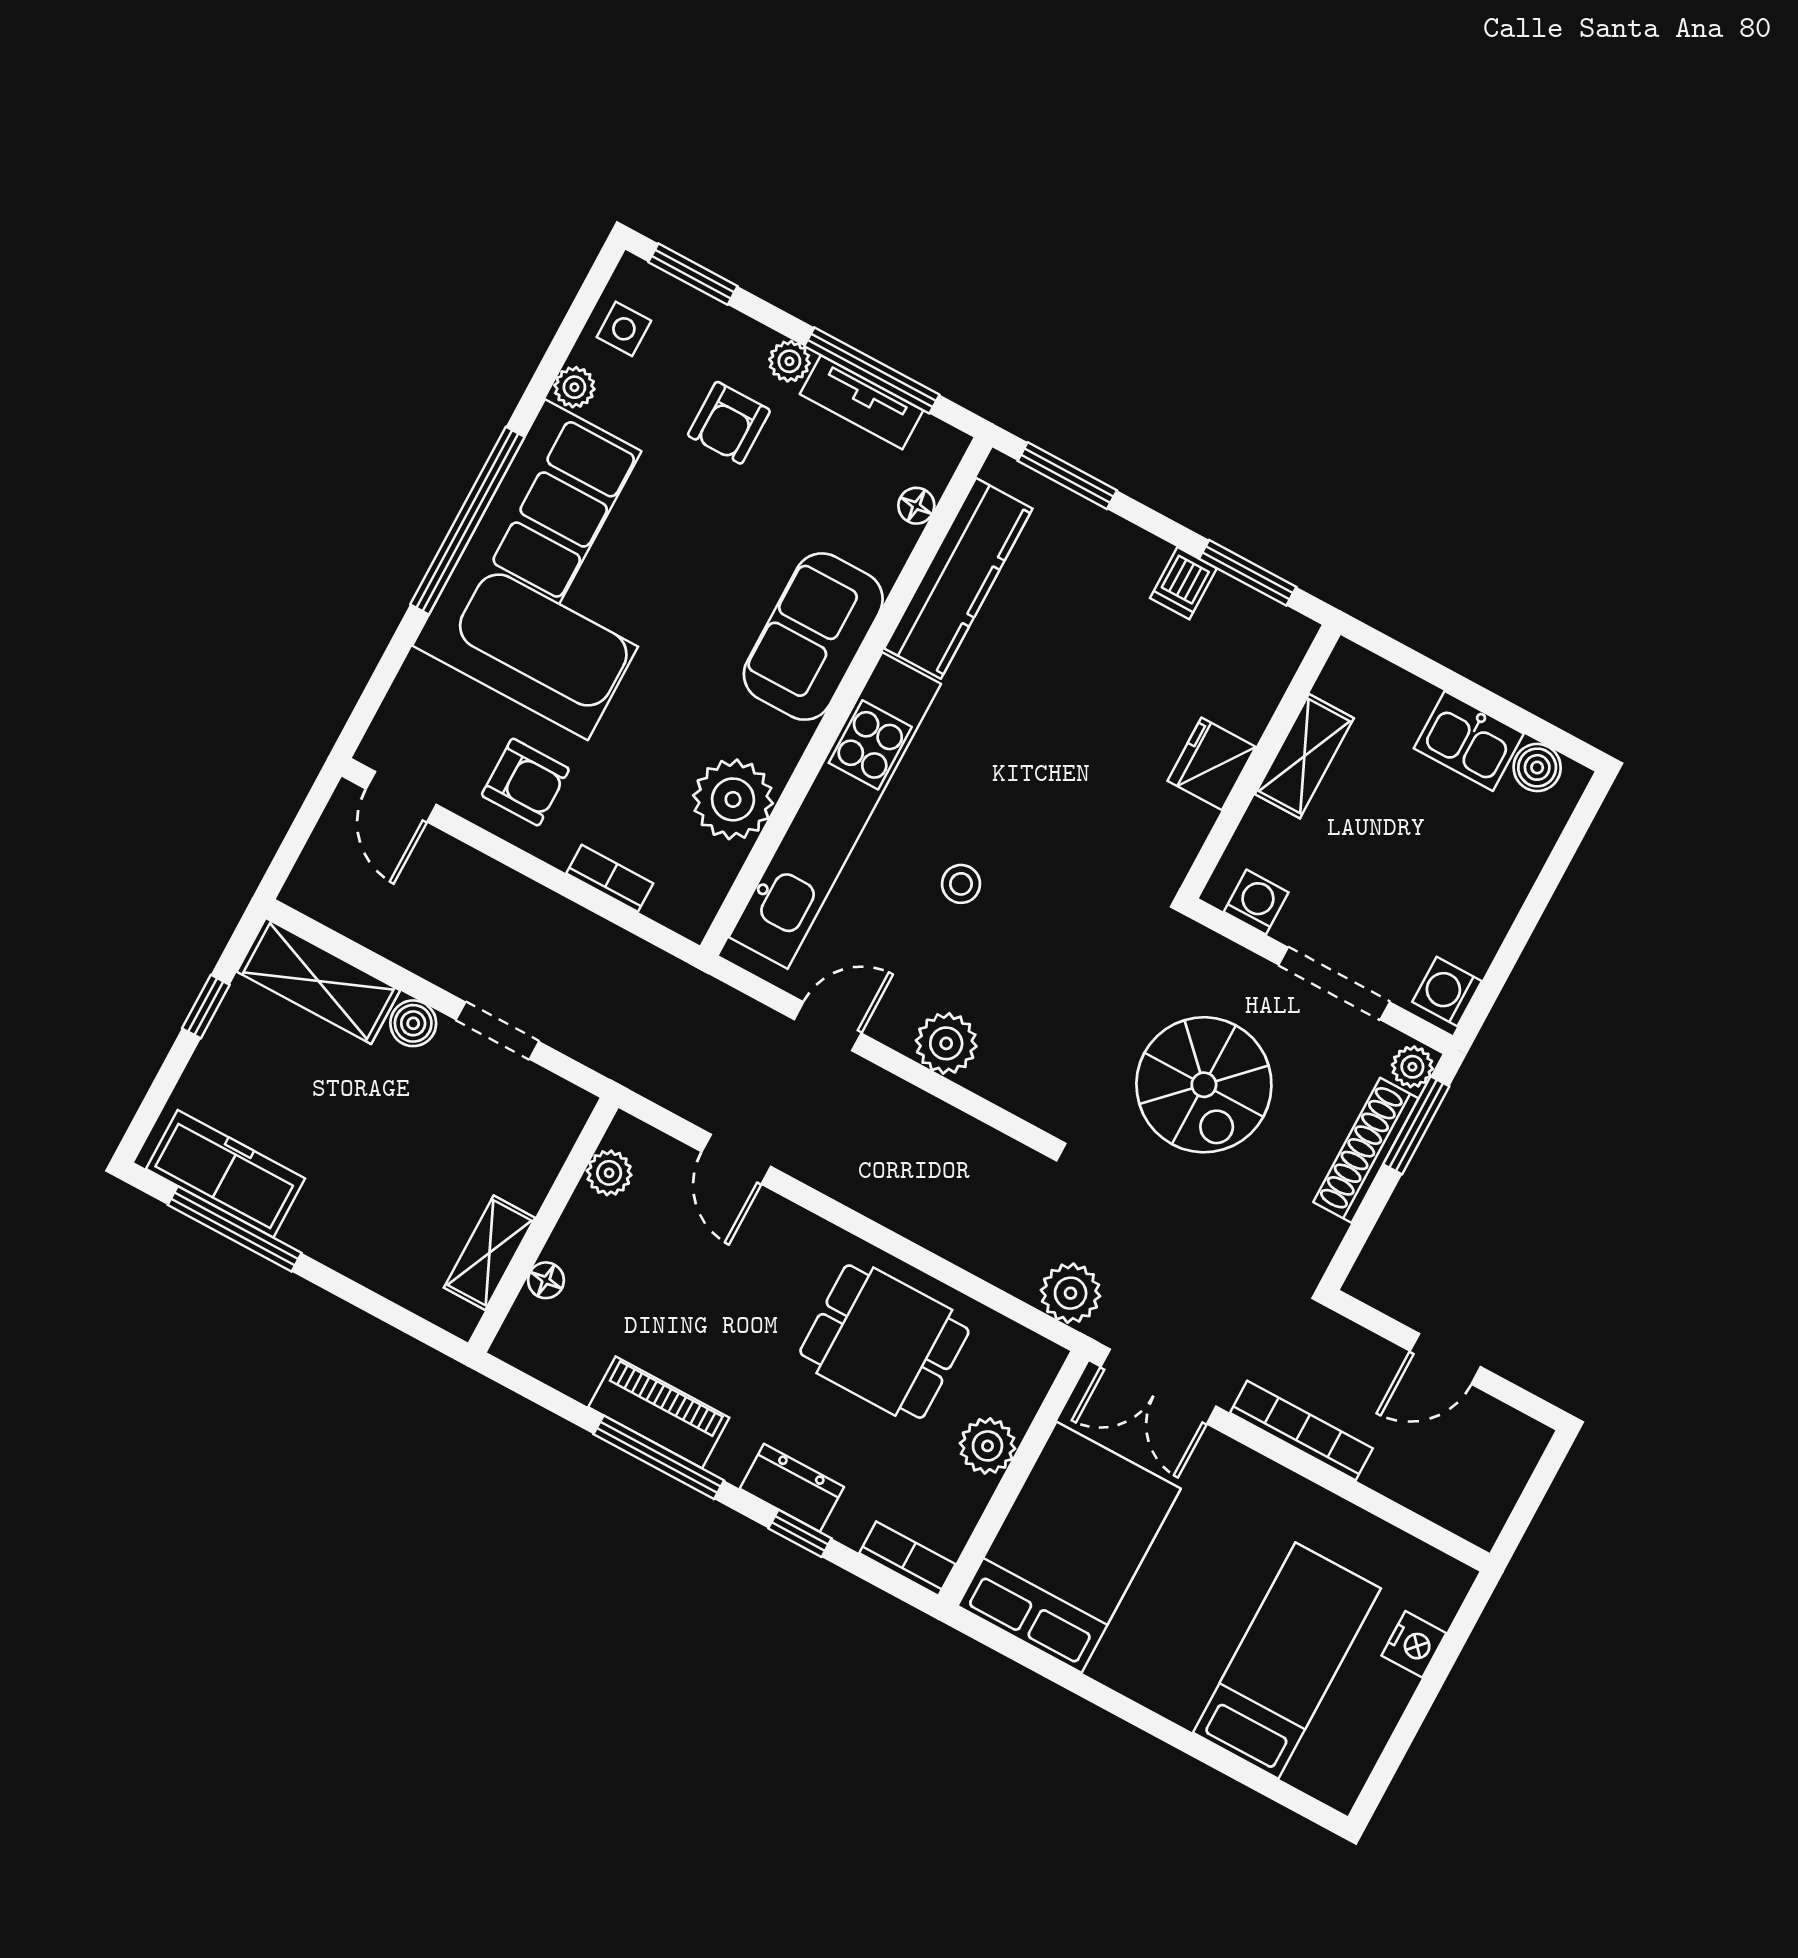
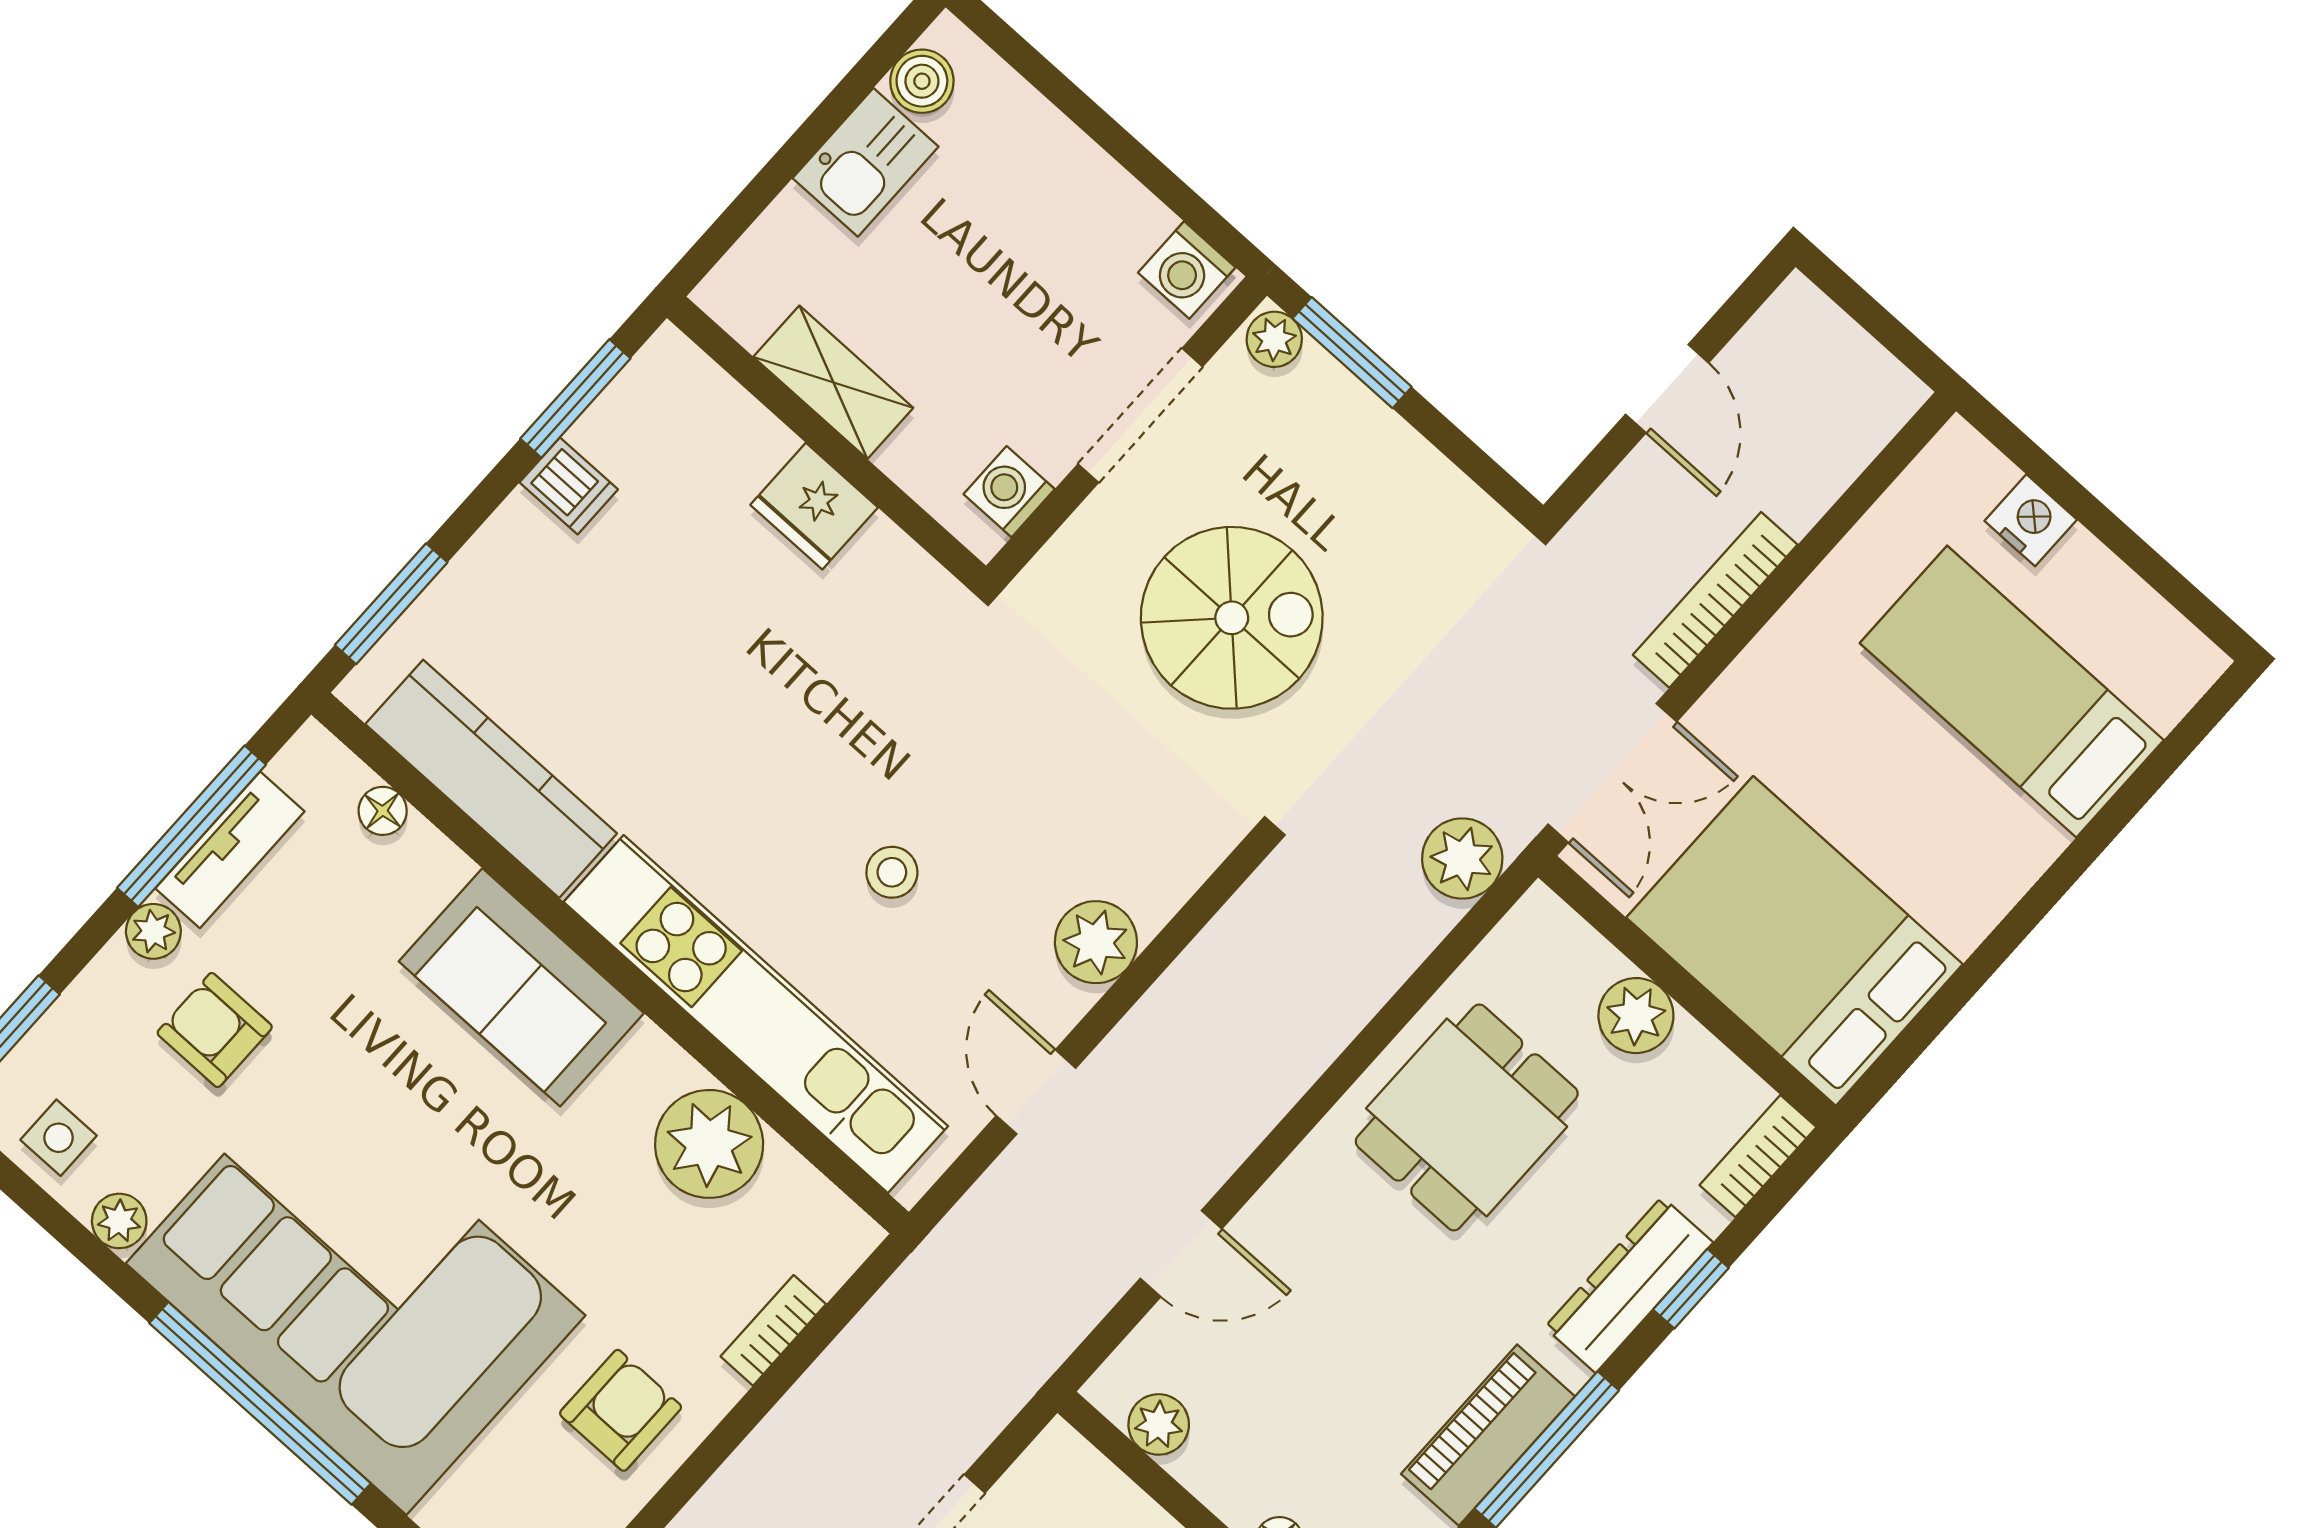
armchair: (729, 423) -> (215, 1030), turned 180
shoe rack: (1366, 1150) -> (1369, 426), removed
dresser: (792, 1488) -> (1629, 1285), width x1.44

